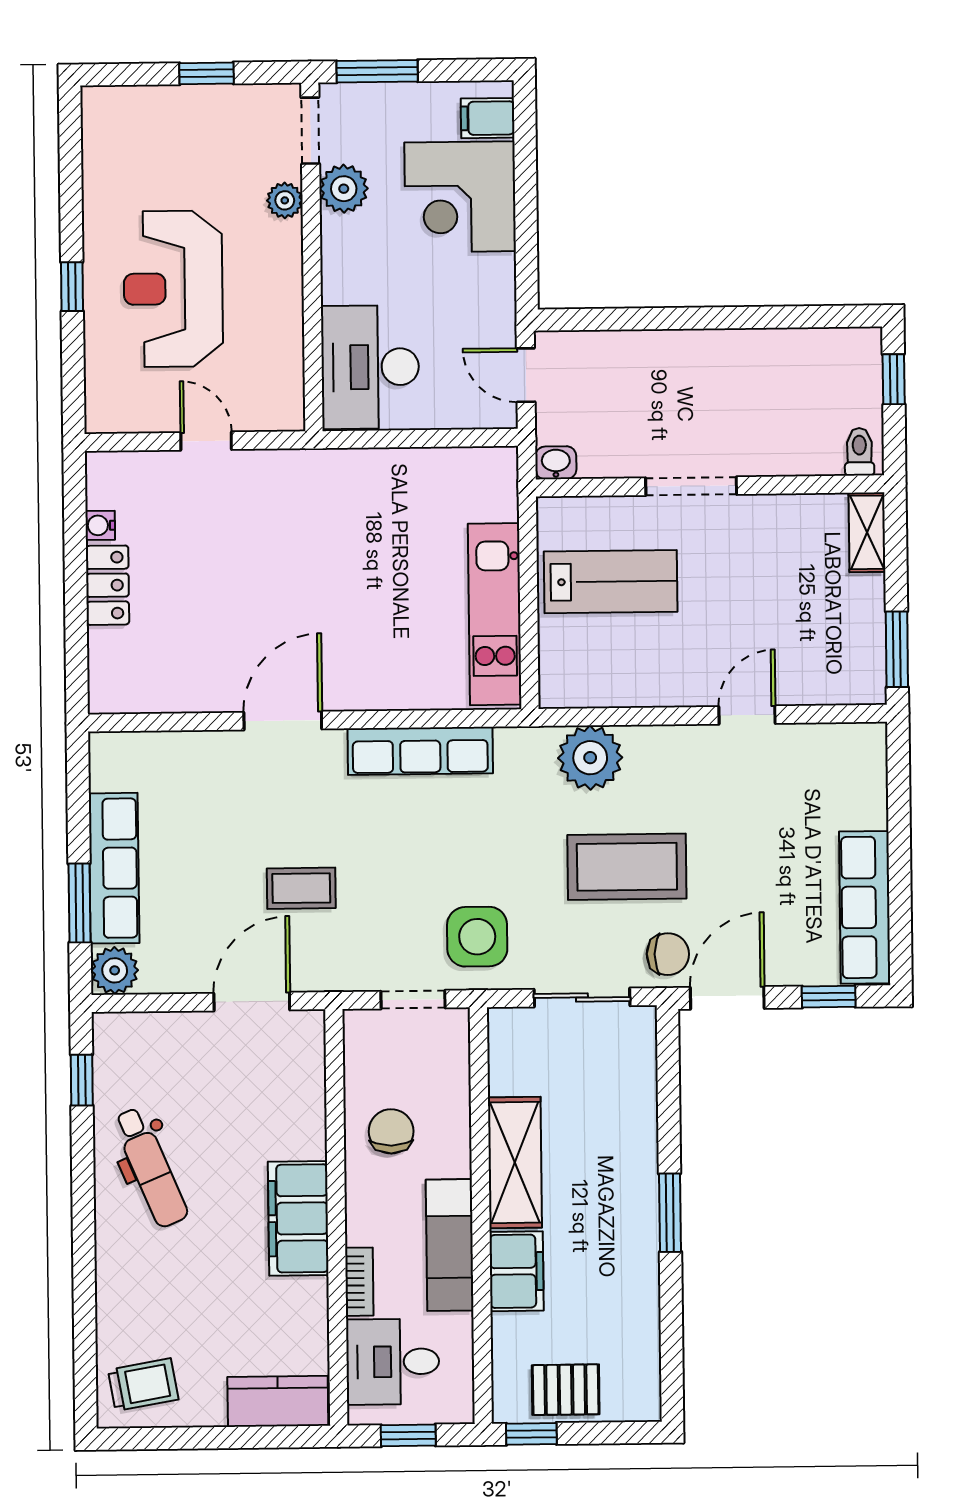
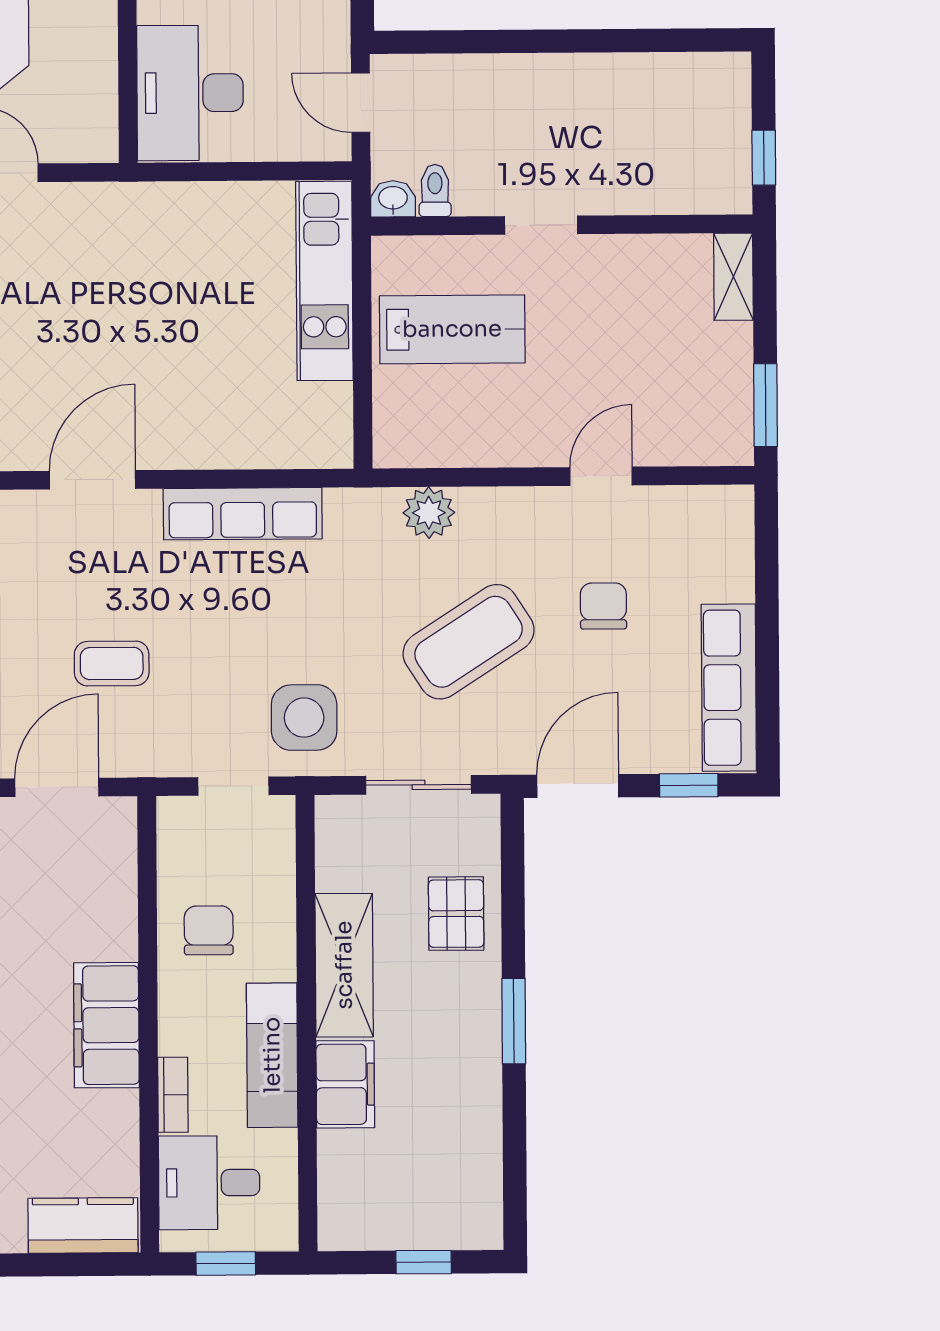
window: (894, 379) -> (764, 158), moved
toilet: (859, 452) -> (435, 191), moved
doorway: (691, 486) -> (541, 225), width x0.73
kitchen unit: (495, 614) -> (324, 281), moved
plant: (590, 758) -> (429, 513), width x0.73, depth x0.73
coffee table: (627, 867) -> (469, 642), turned -33
chair: (668, 954) -> (603, 606), moved, turned -91
pallet: (566, 1390) -> (456, 914), moved, turned 90
window: (531, 1434) -> (424, 1262), moved

